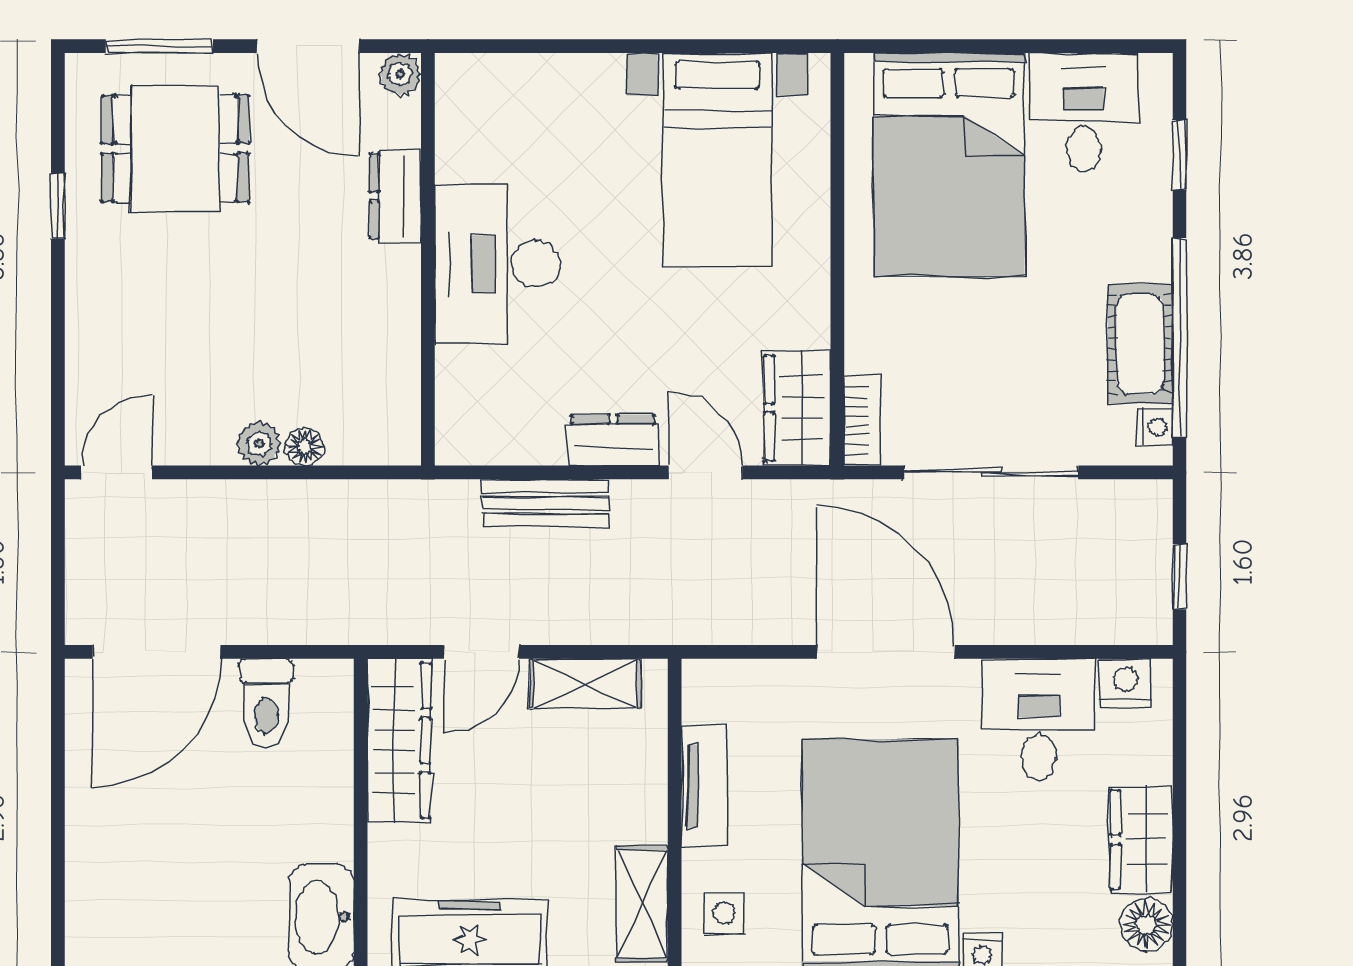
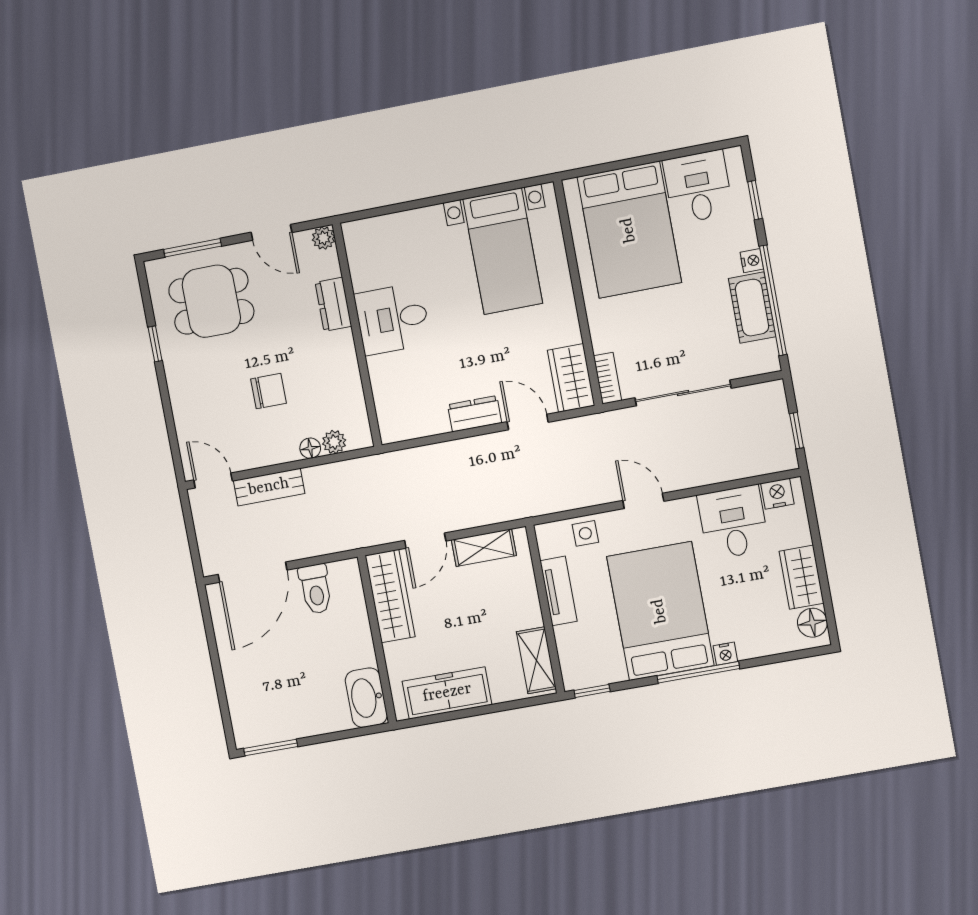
door: (308, 46) -> (271, 232), width x0.73
desk: (497, 264) -> (393, 319), width x0.73
chair: (248, 330) -> (268, 391), added
nightstand: (1155, 427) -> (752, 261), moved
plant: (259, 444) -> (334, 442), moved
door: (117, 472) -> (213, 480), hinge flipped
bench: (546, 503) -> (269, 487), moved
door: (886, 652) -> (643, 501), width x0.53
side table: (724, 913) -> (585, 533), moved

